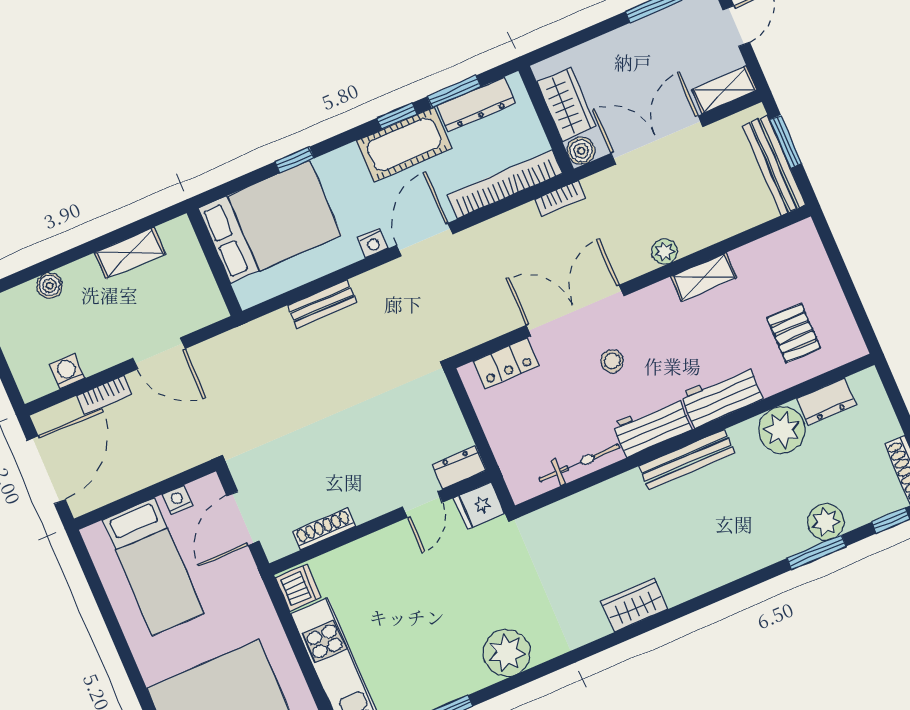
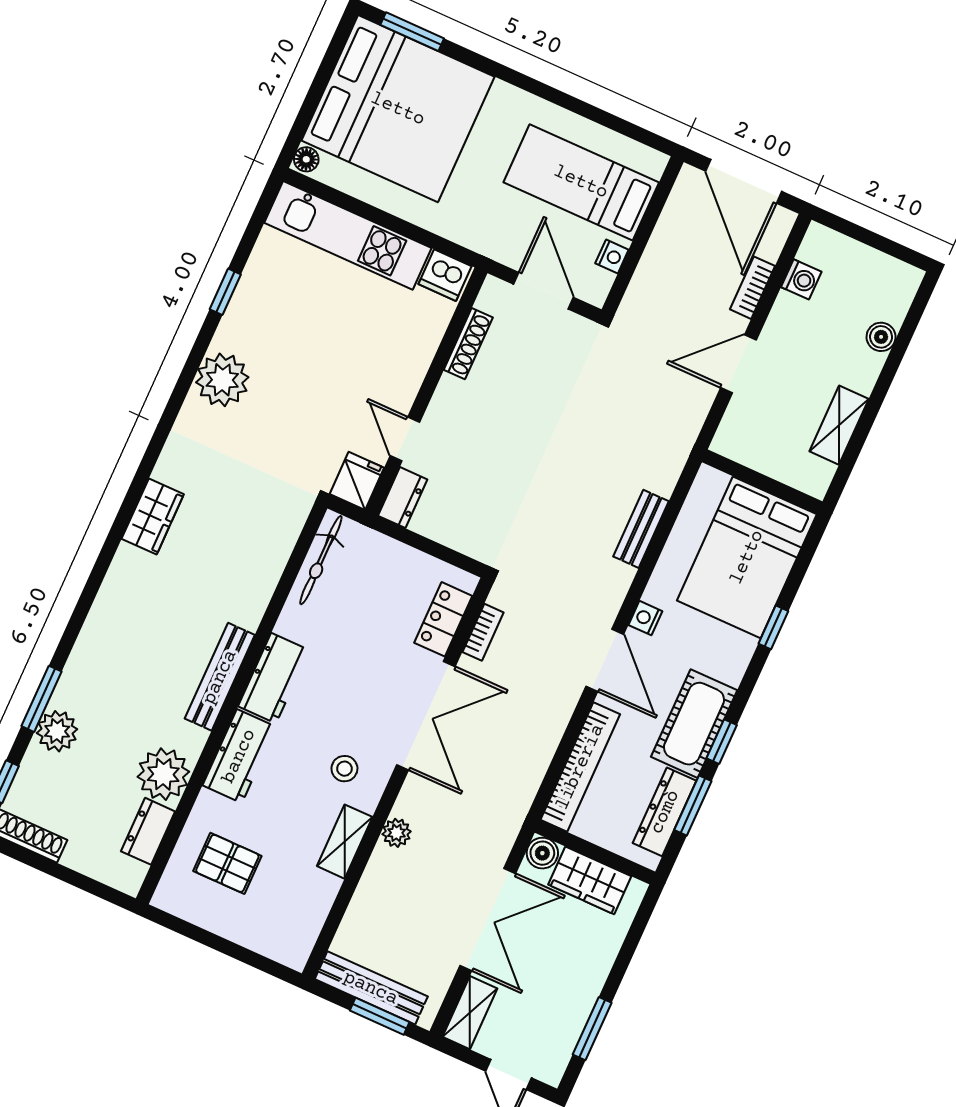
bookcase: (560, 199) -> (483, 632), moved, turned 180
stool: (612, 361) -> (344, 769), moved
bicycle: (579, 463) -> (321, 560), moved

